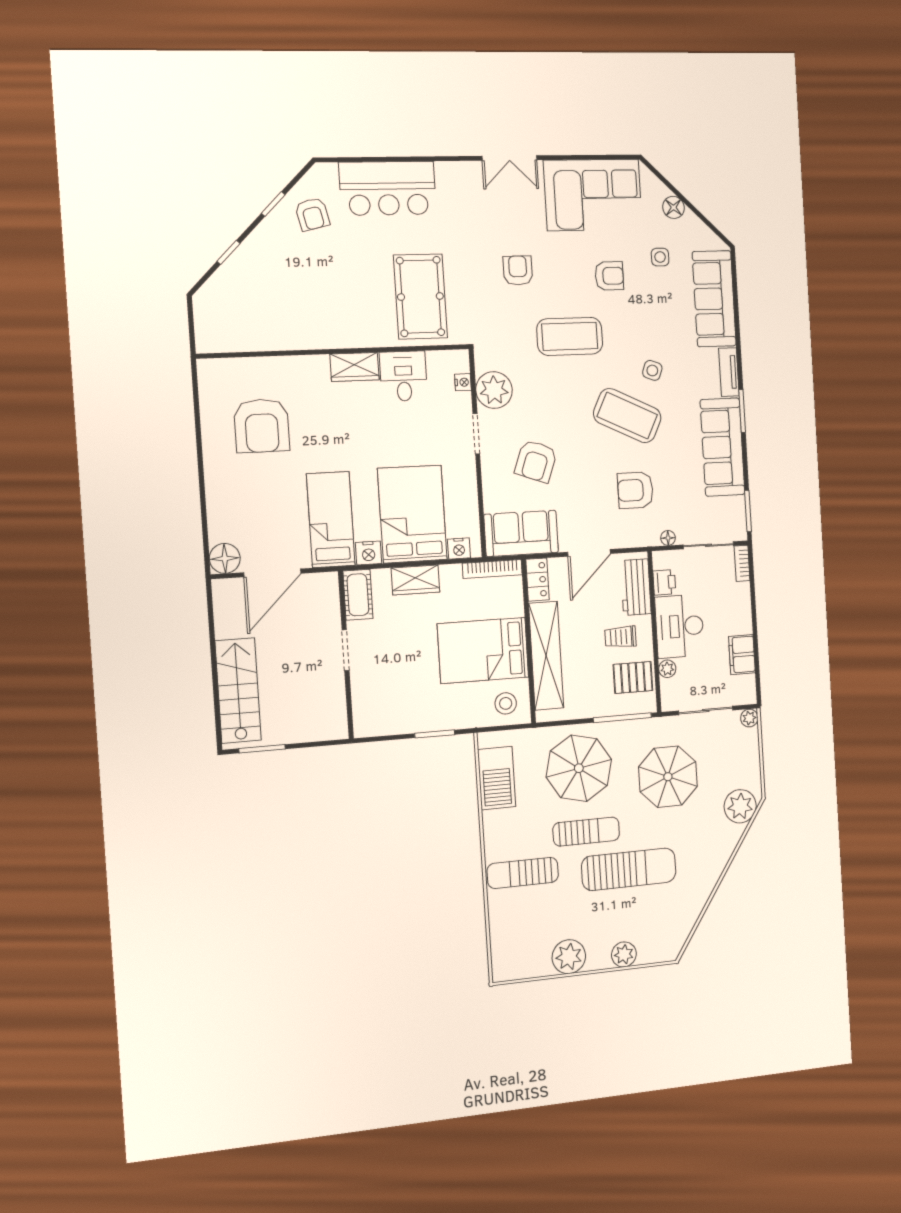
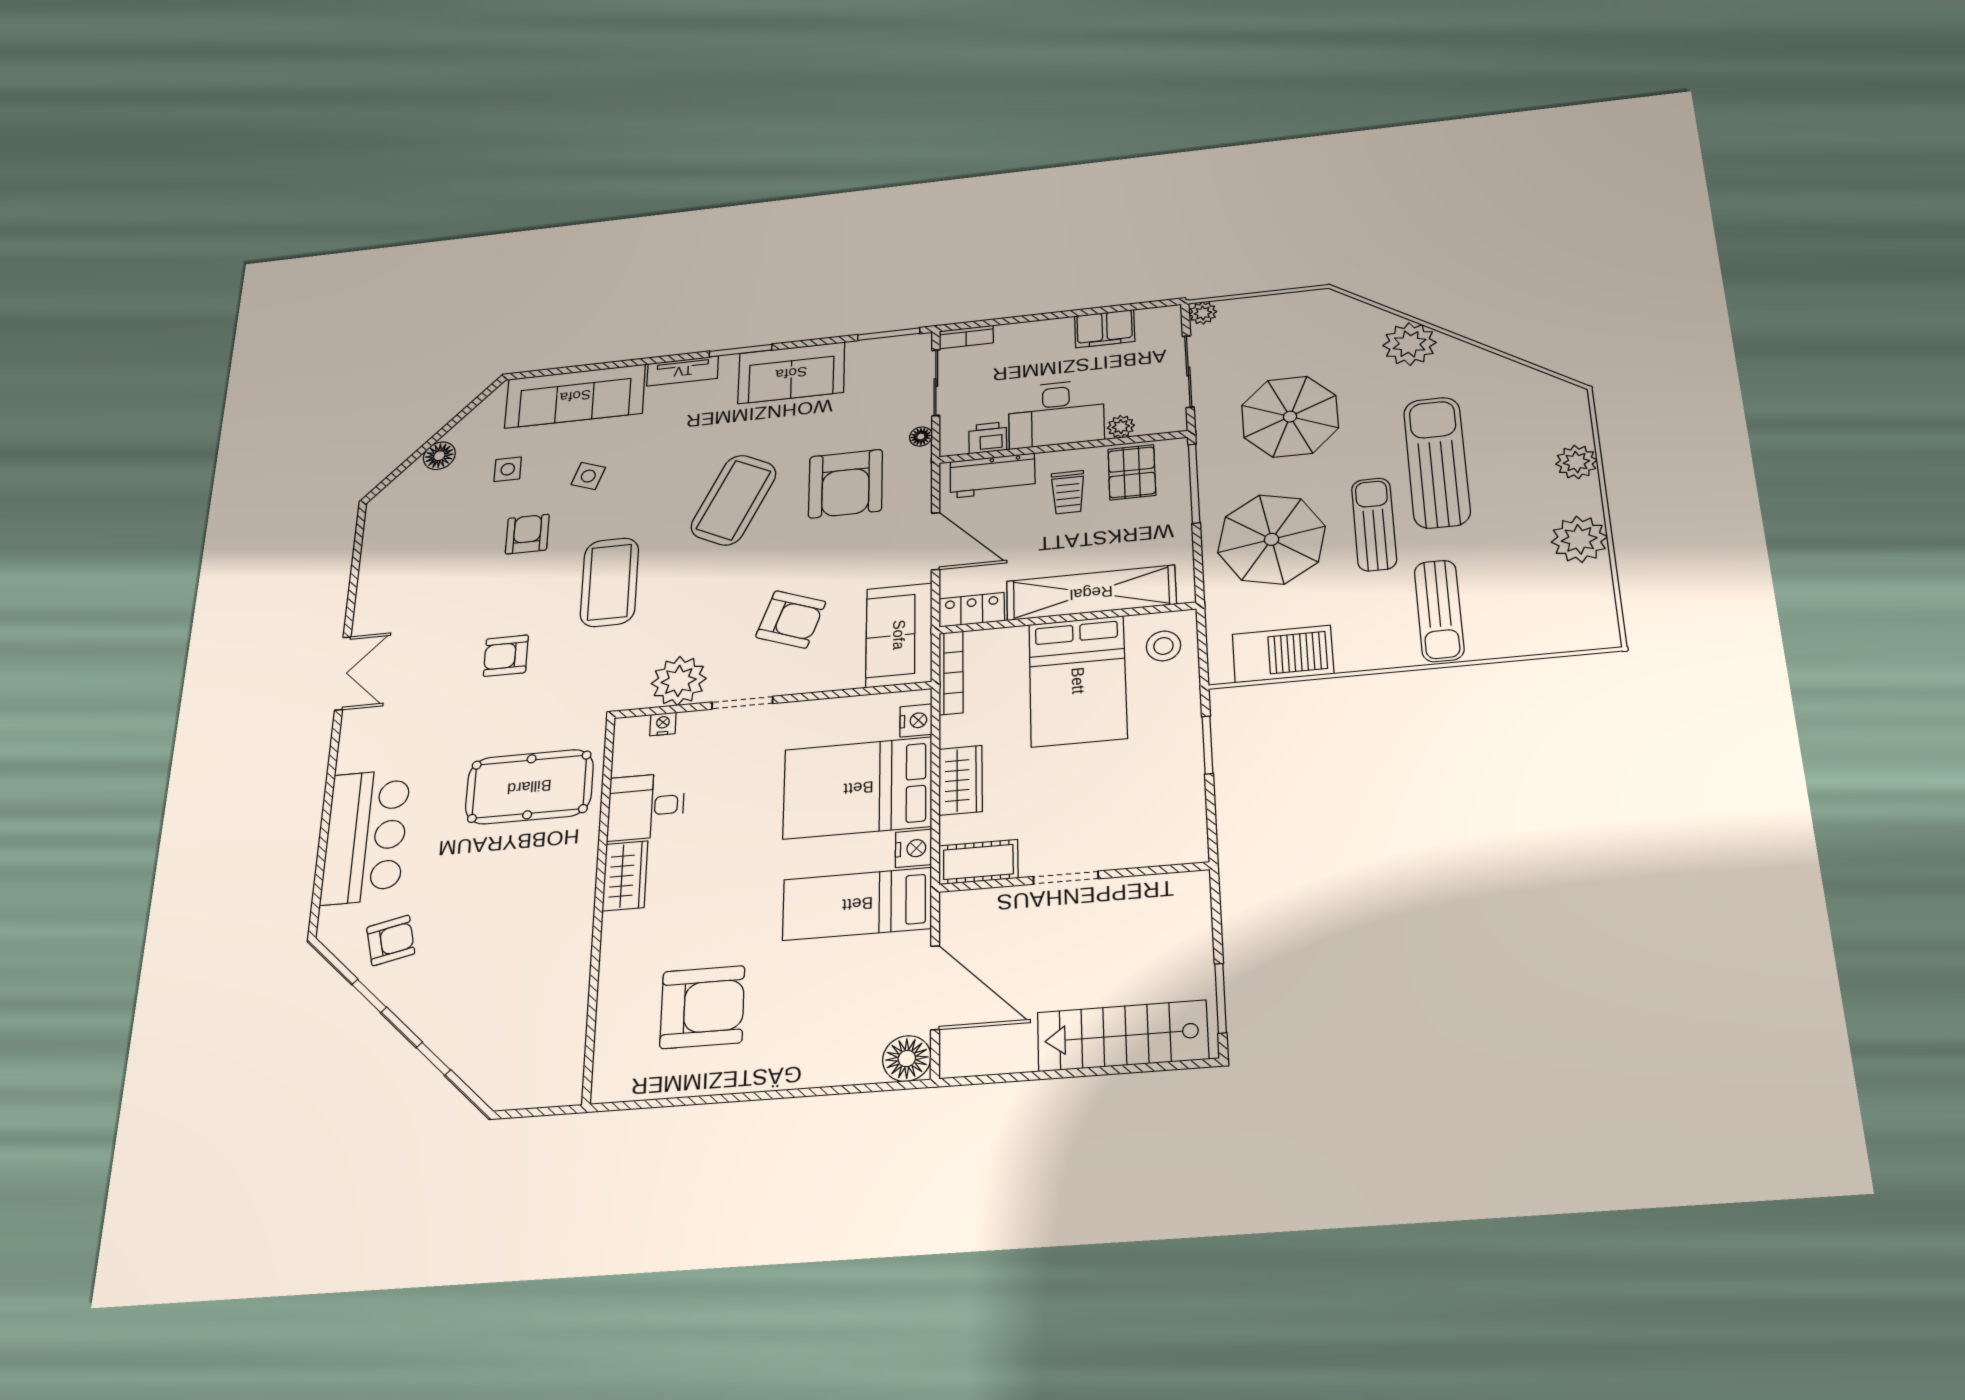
corner sofa: (593, 195) -> (409, 561), removed
side table: (652, 370) -> (588, 476), moved
sofa: (723, 447) -> (791, 373), width x0.73
armchair: (635, 490) -> (846, 484), width x1.36, depth x1.36
plant: (740, 806) -> (1410, 344), moved

